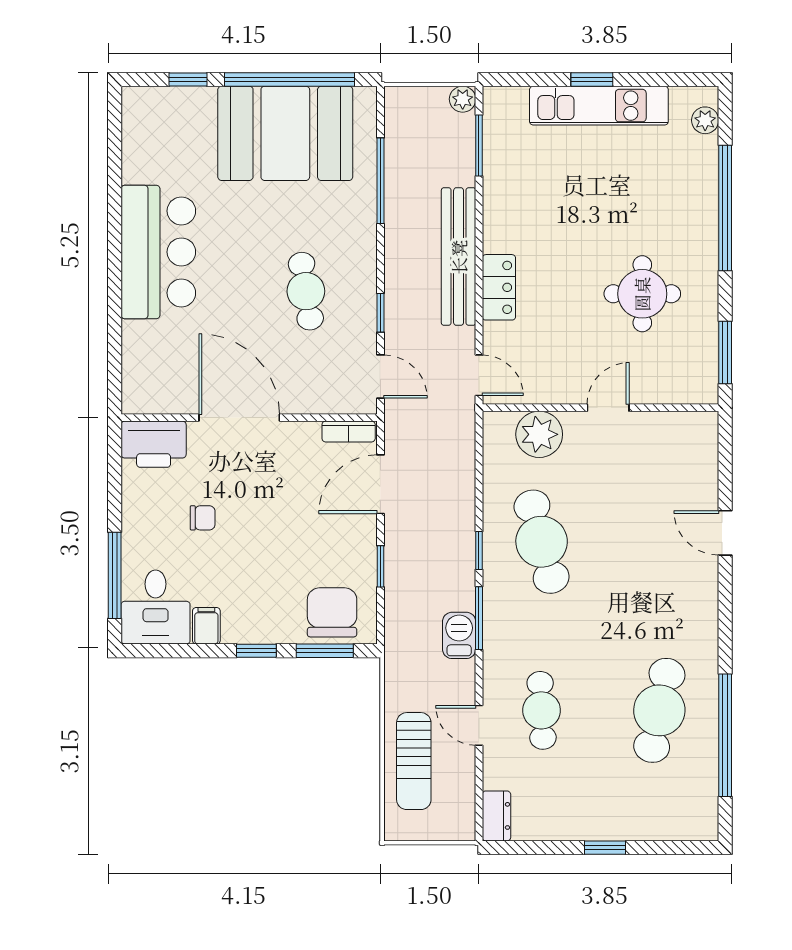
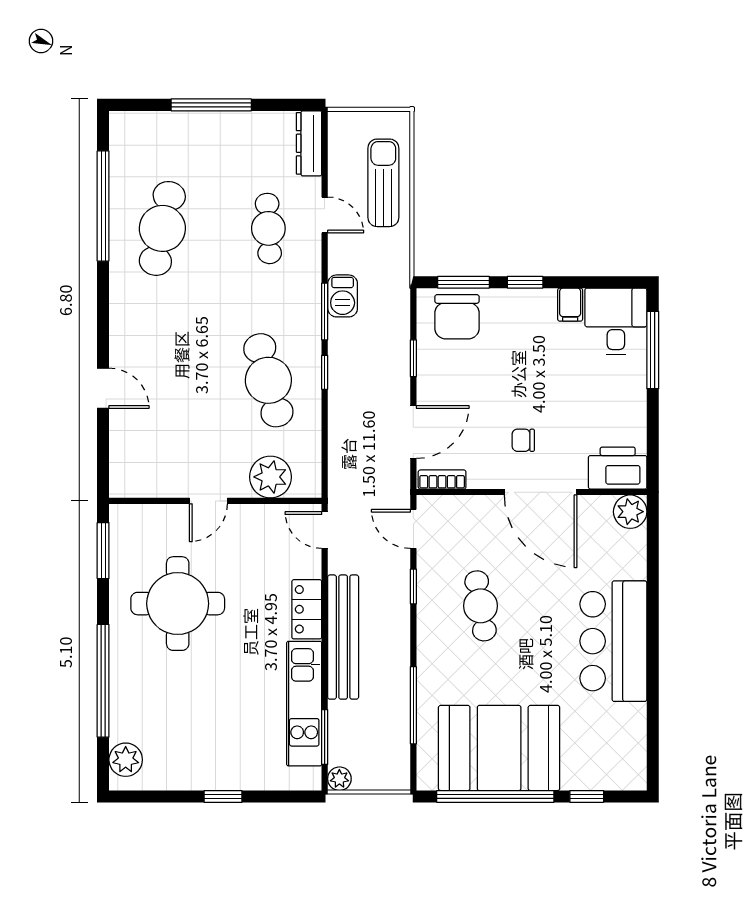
kitchen unit: (599, 106) -> (304, 704), moved, turned -90
plant: (705, 120) -> (126, 760), width x1.38, depth x1.38
round table: (642, 294) -> (178, 604), width x1.36, depth x1.36
plant: (140, 396) -> (630, 512), added
chair: (203, 518) -> (523, 440), moved
dresser: (496, 816) -> (309, 143), width x1.44
window: (605, 848) -> (211, 105), width x2.17

